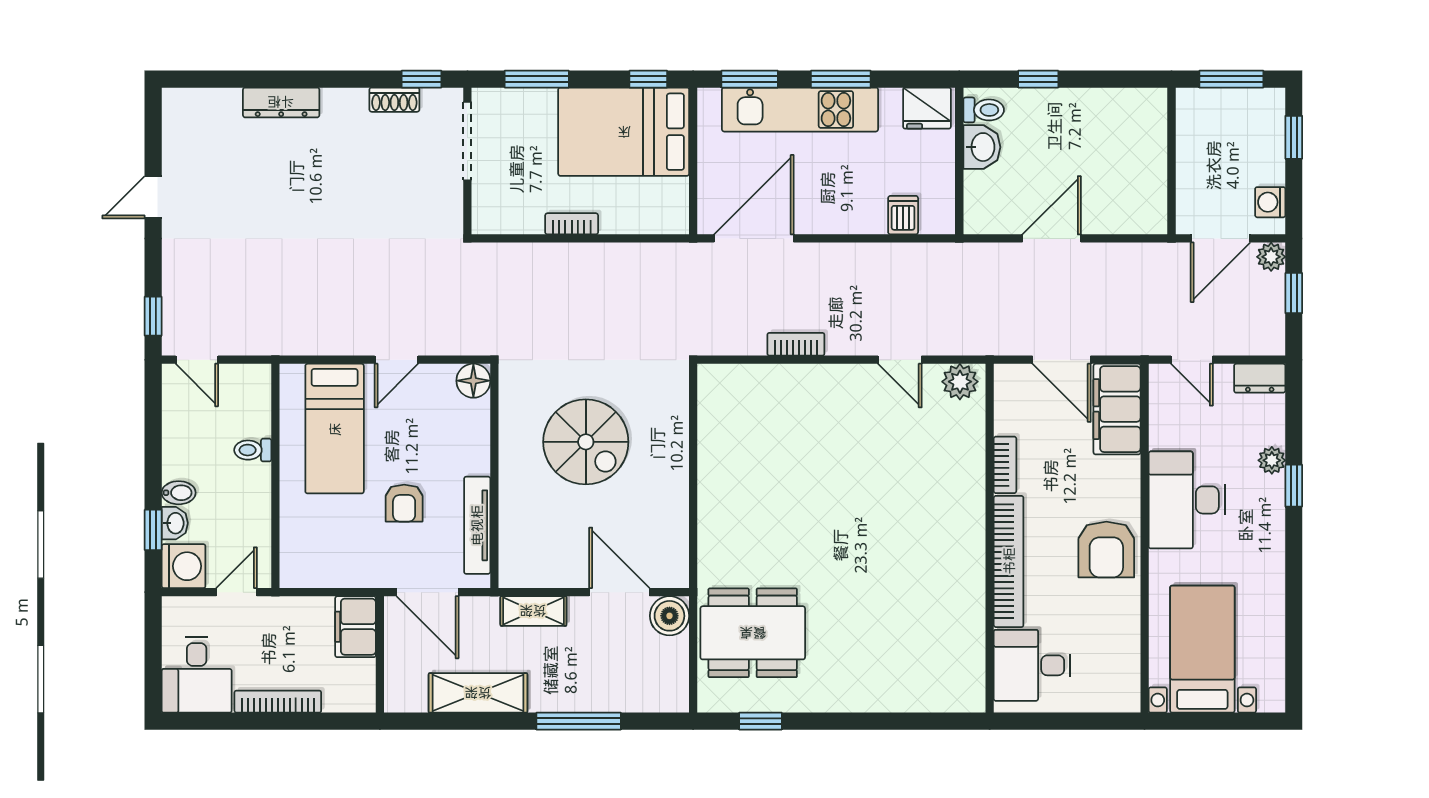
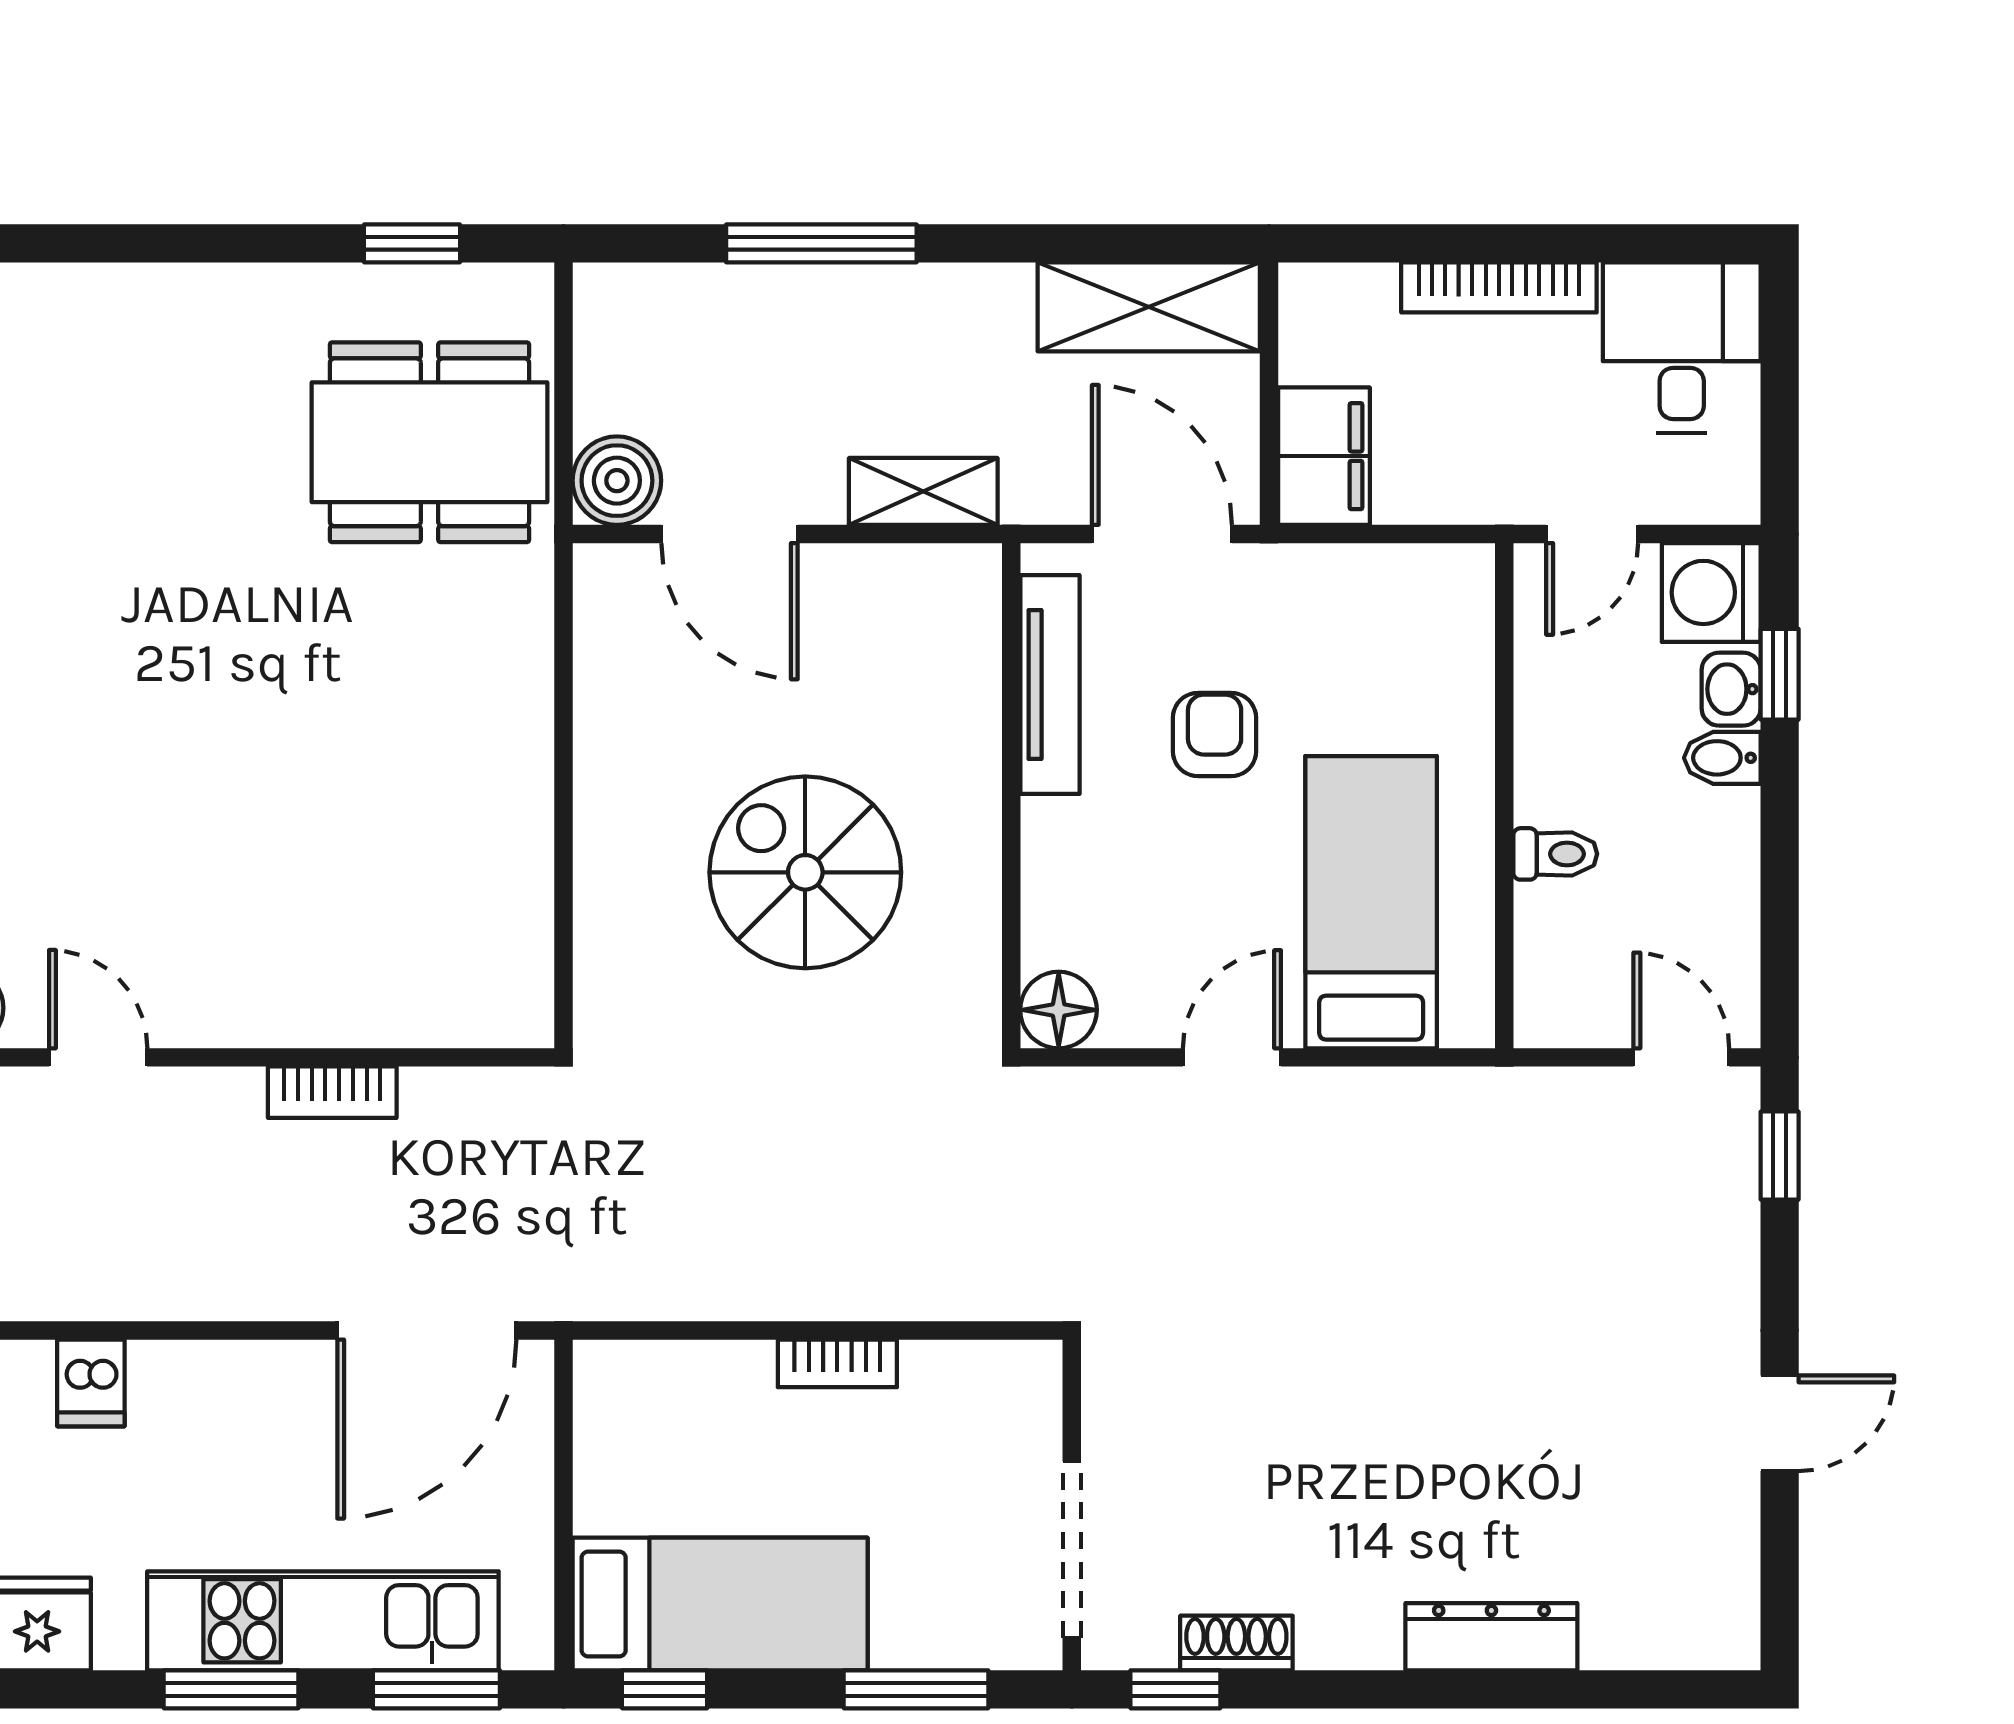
bed: (624, 132) -> (720, 1604), width x0.67
shelving: (478, 693) -> (1149, 307), moved

